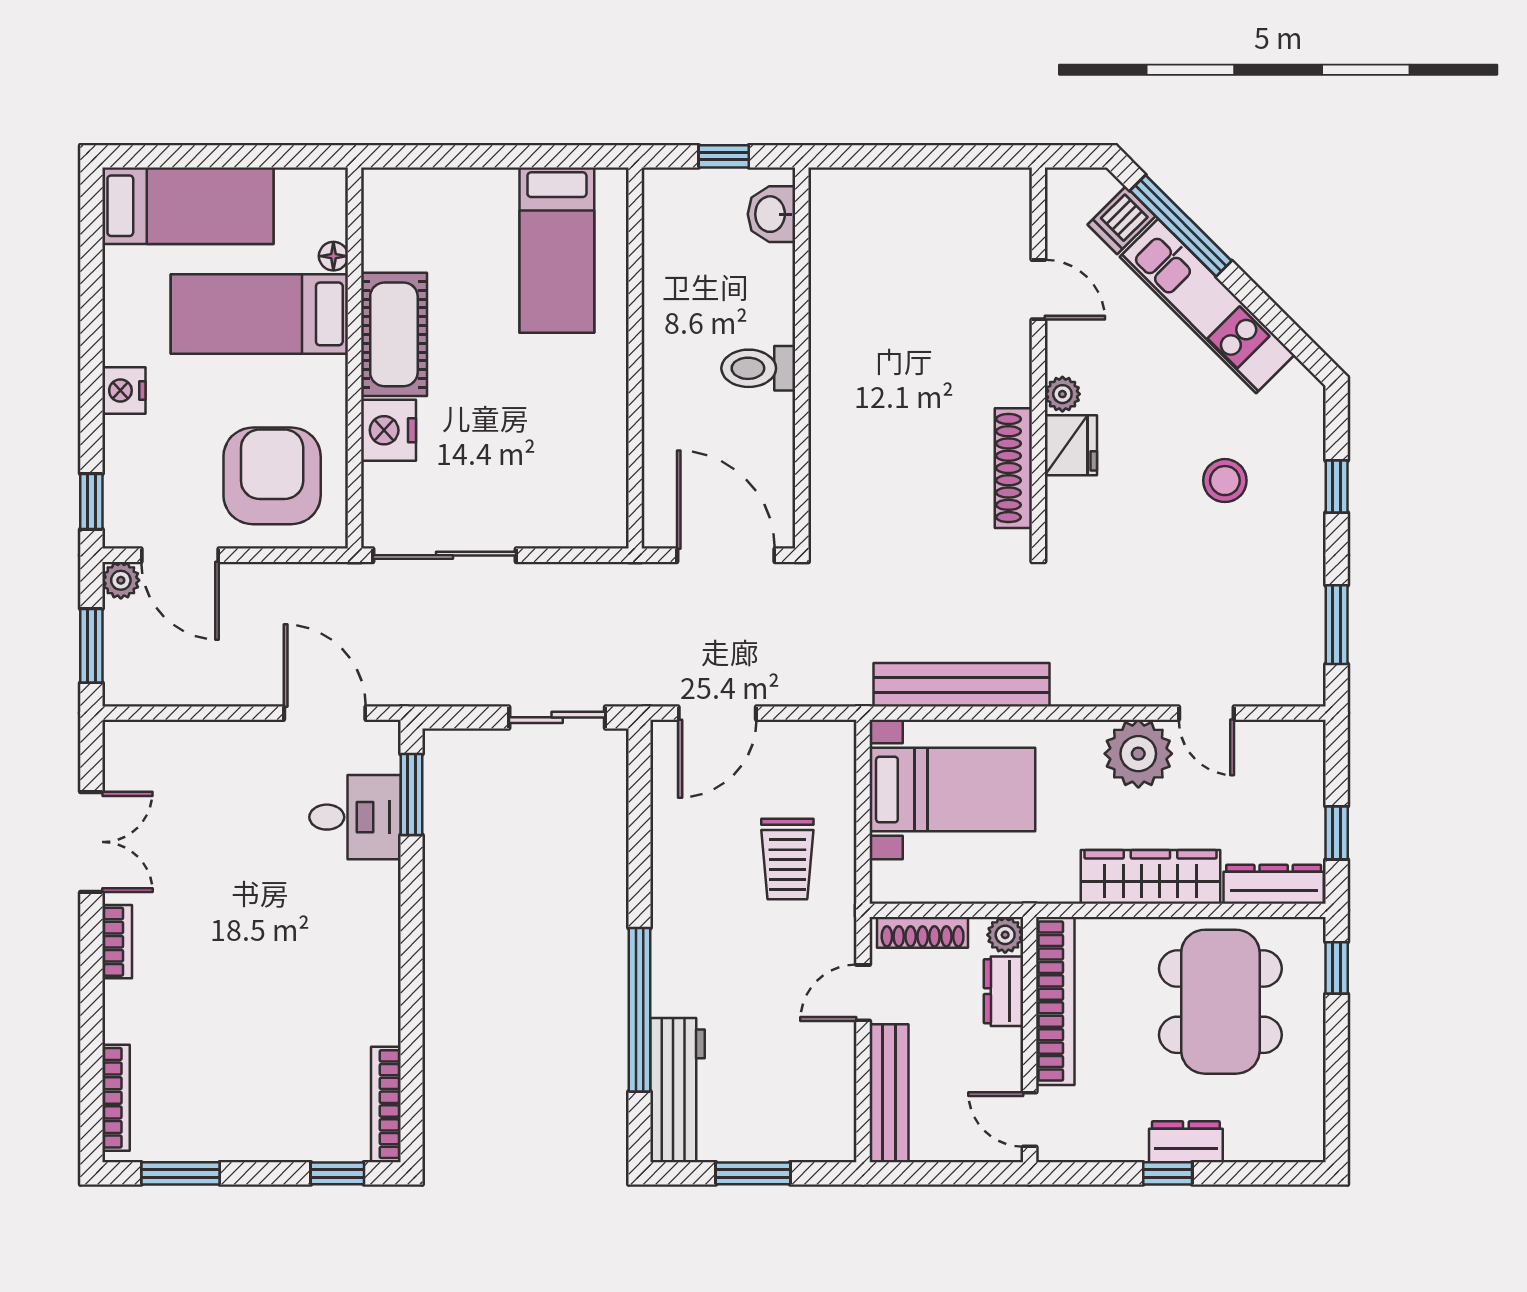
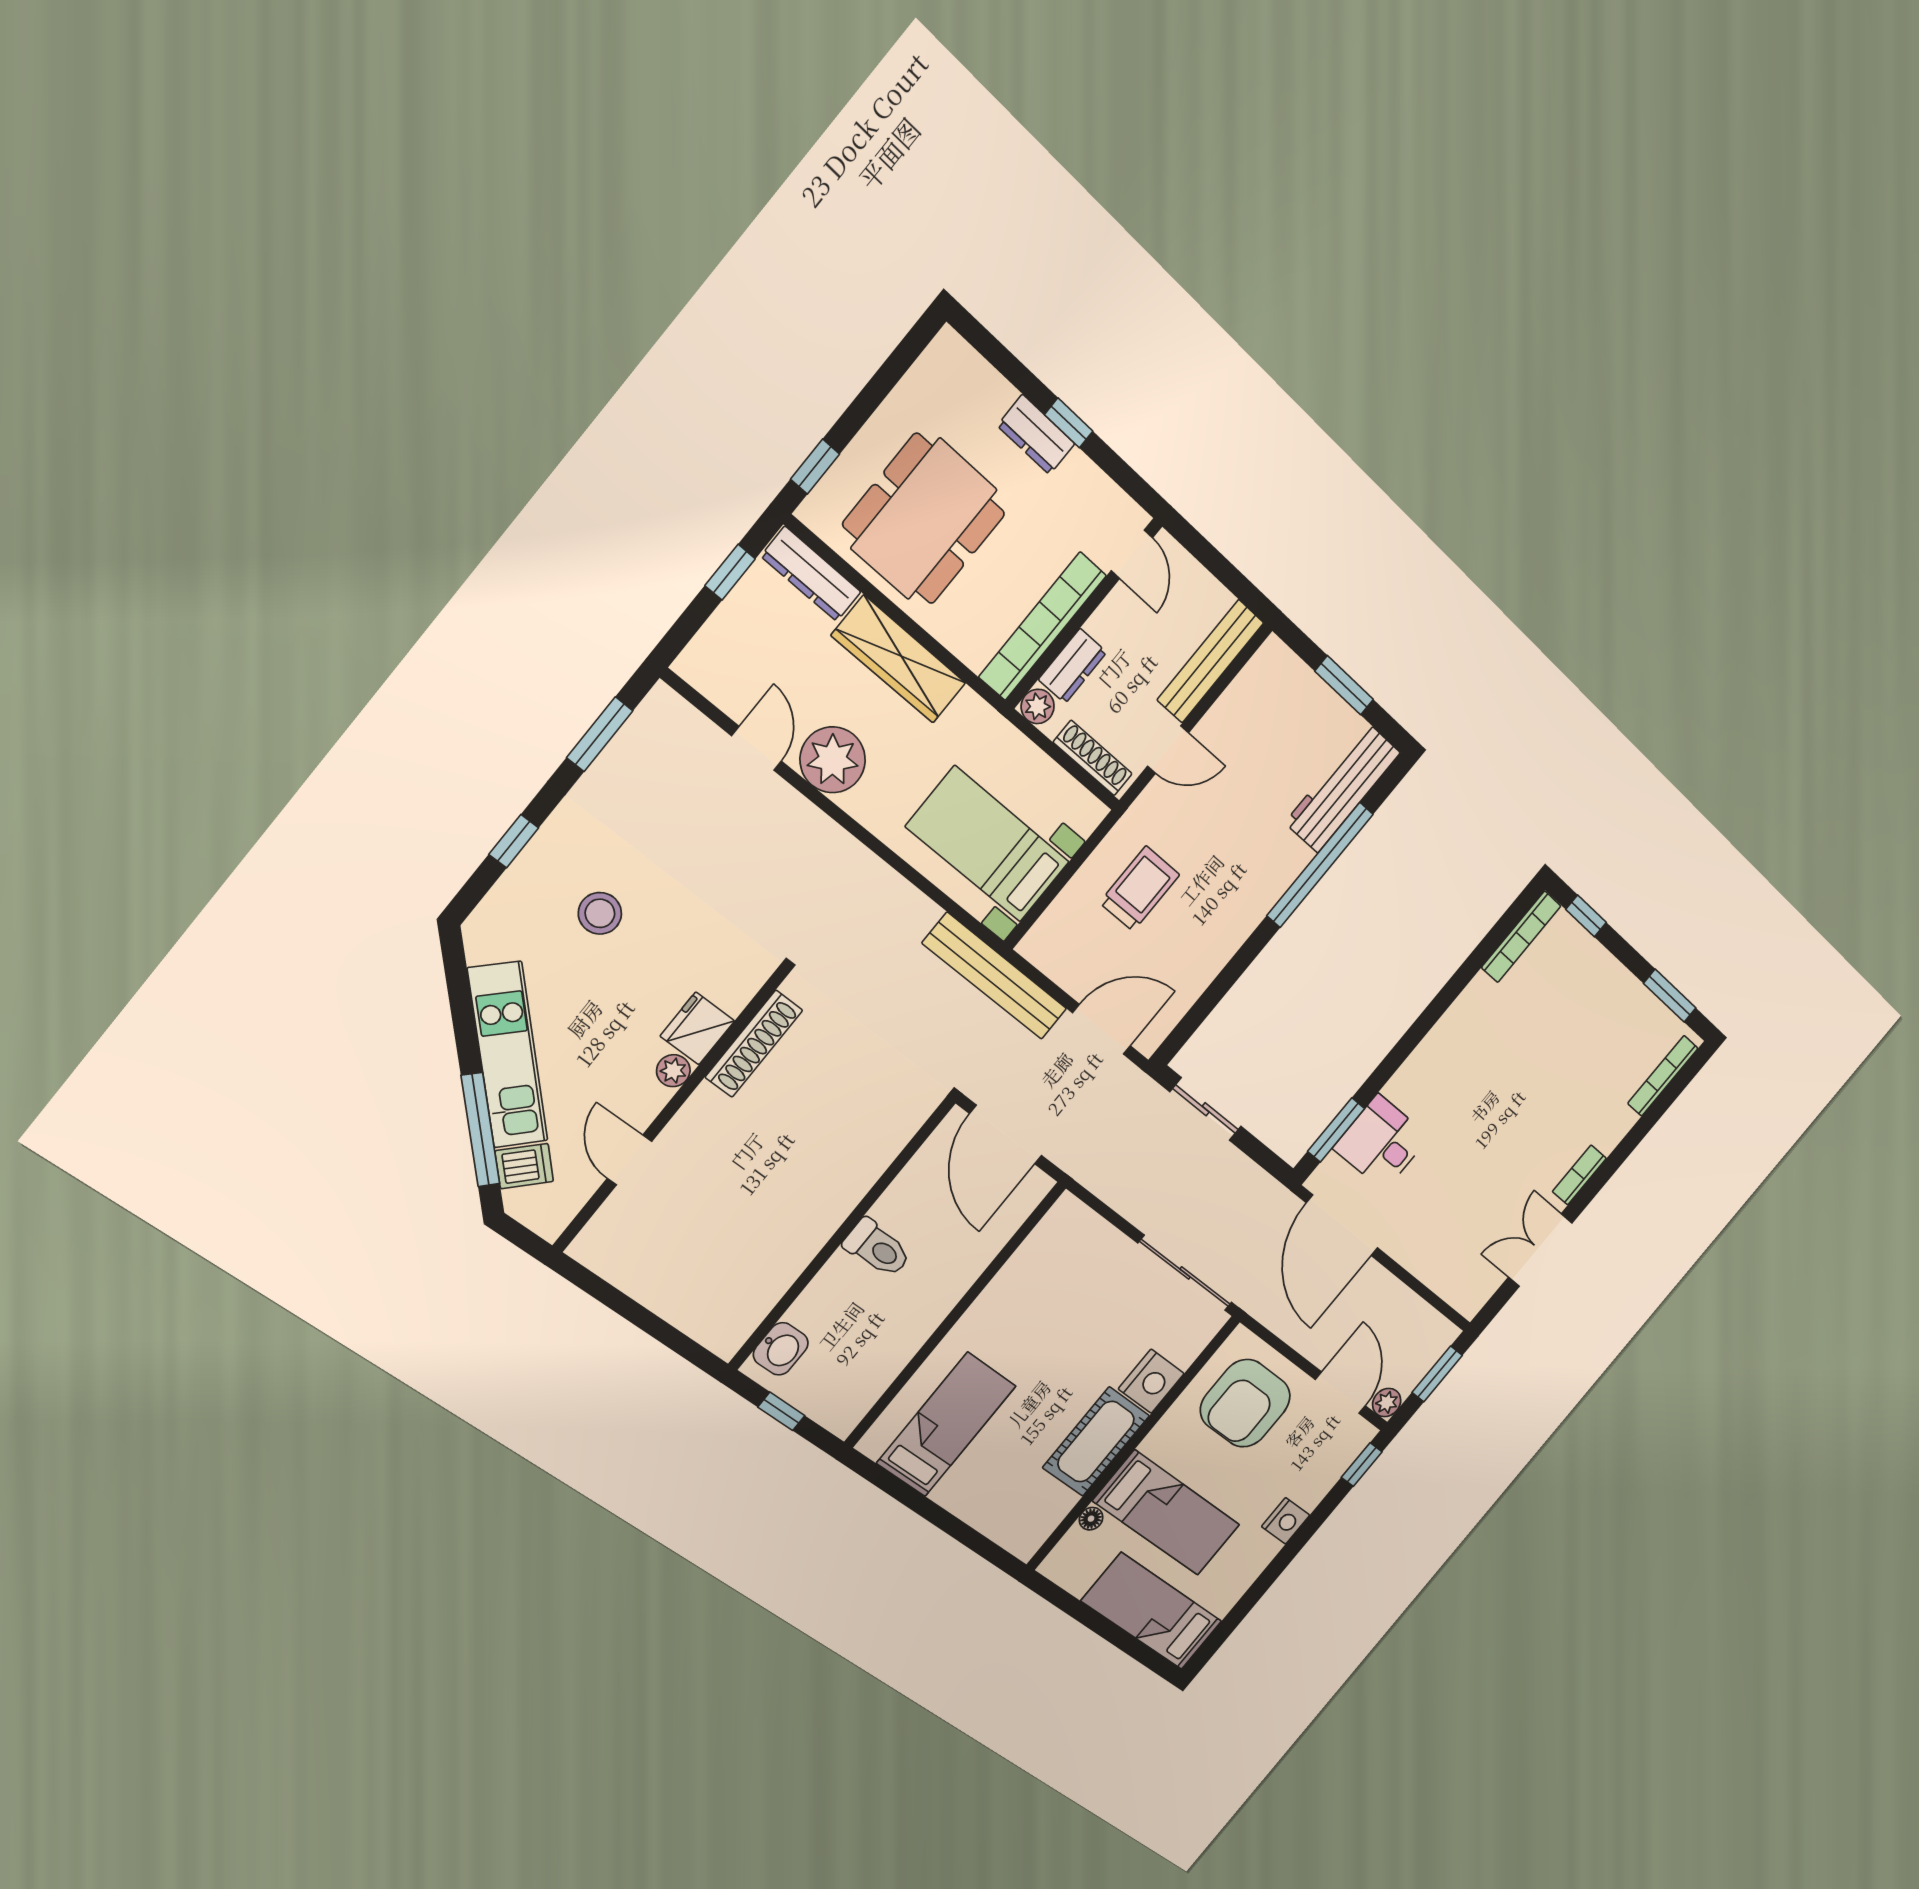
bench: (962, 685) -> (995, 976), moved
door: (325, 713) -> (1342, 1225), width x1.36

